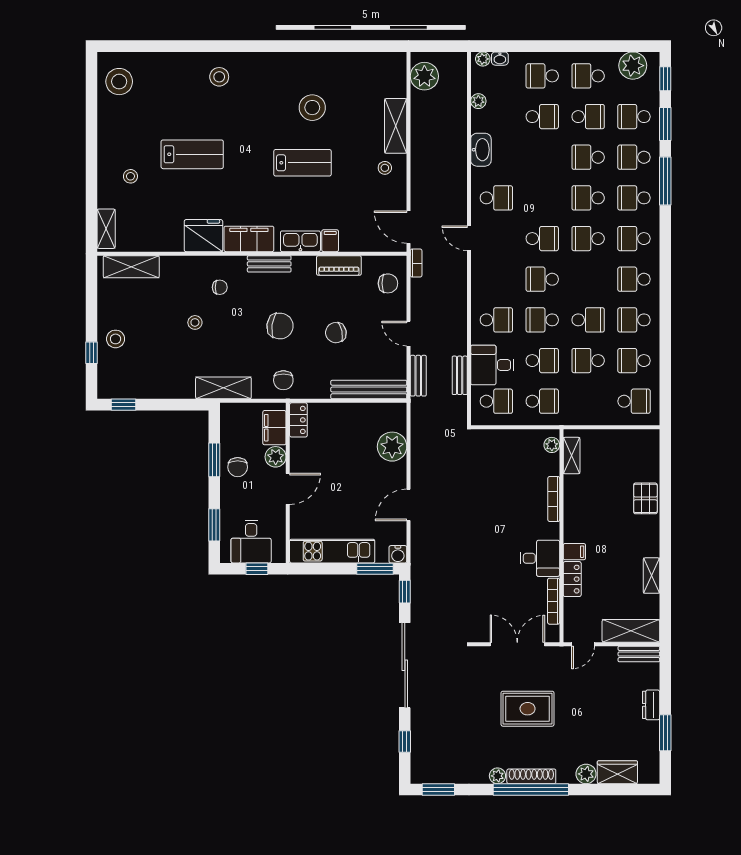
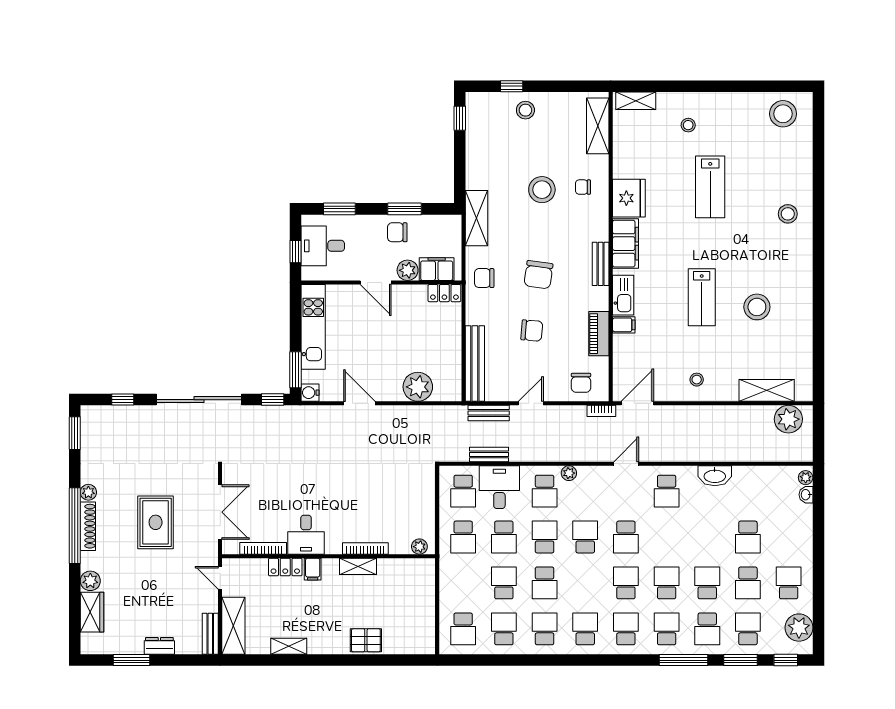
school desk: (542, 76) -> (789, 537), removed
plant: (478, 101) -> (569, 473), moved
shelving: (396, 126) -> (767, 390), moved
school desk: (634, 157) -> (707, 629), turned 180
chair: (220, 287) -> (583, 187), moved, turned 90
stool: (195, 322) -> (542, 190), width x1.89, depth x1.89
chair: (336, 333) -> (532, 331), turned 107
shelving: (572, 456) -> (358, 566), moved

